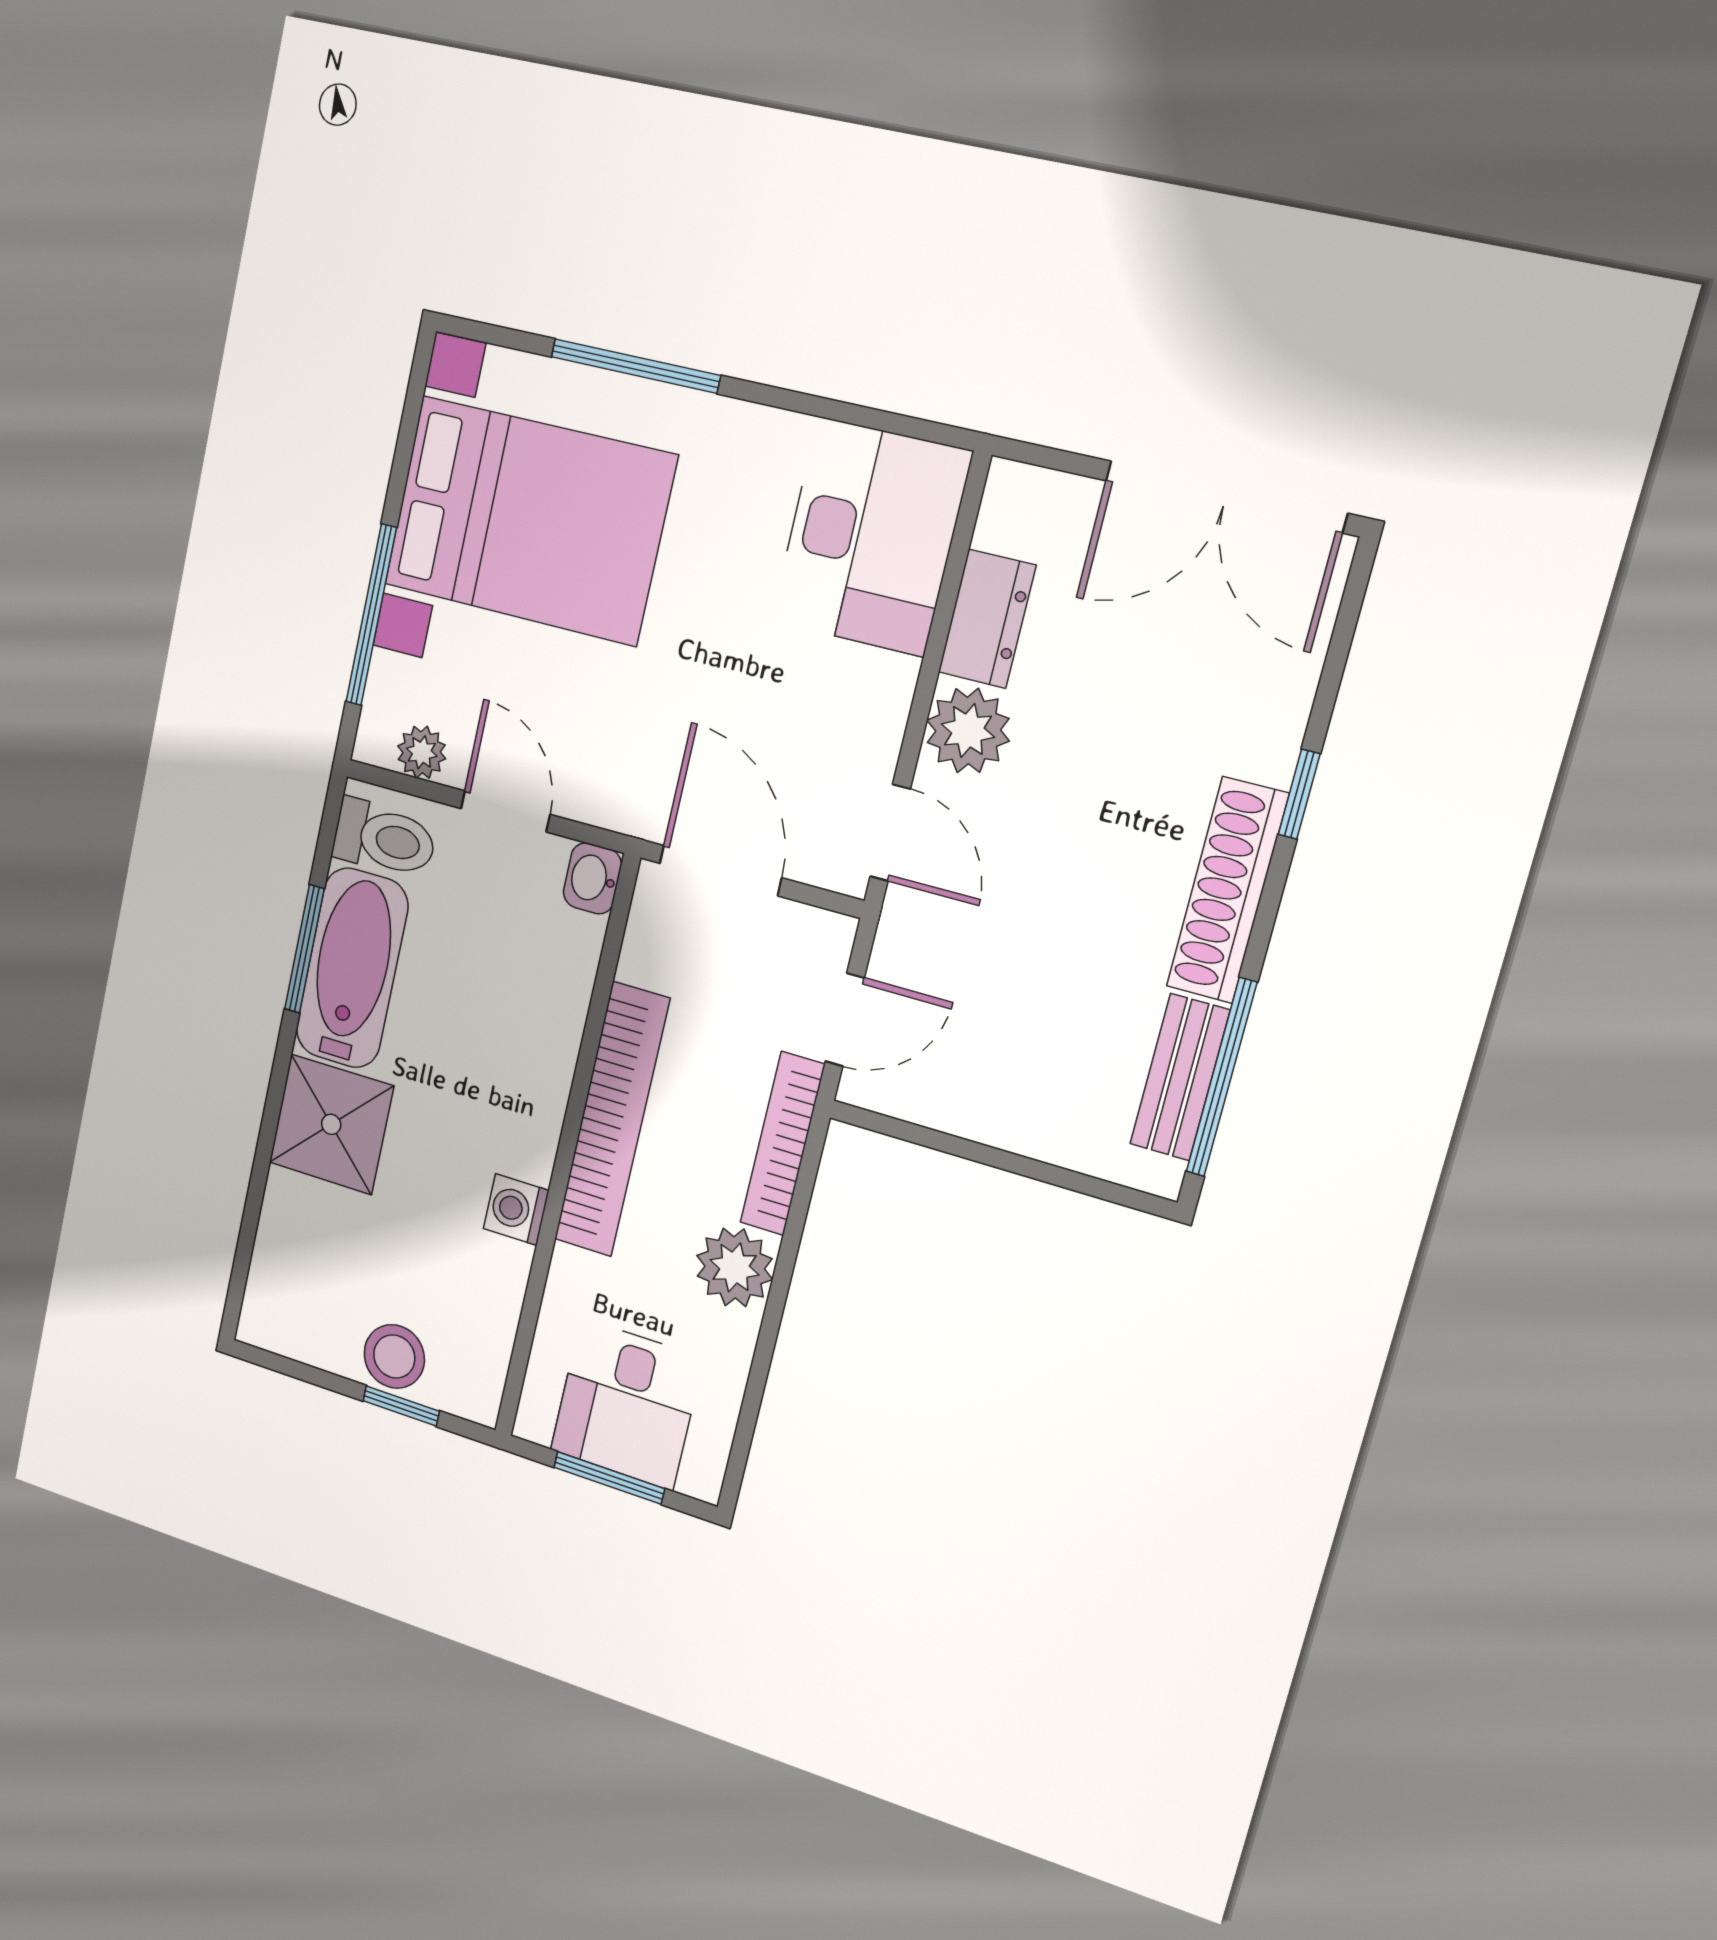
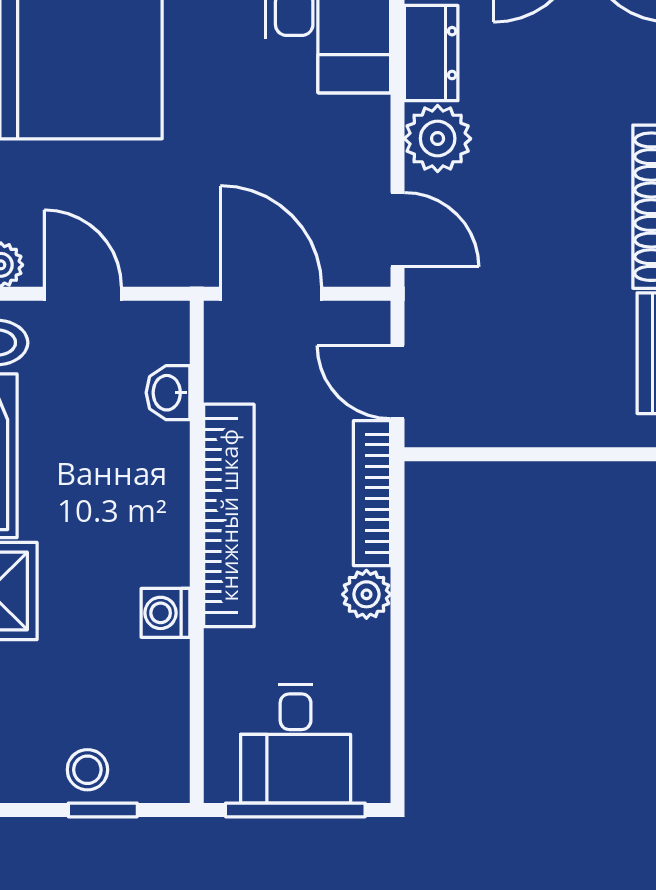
washbasin: (592, 878) -> (168, 393), moved
door: (845, 1020) -> (397, 382), swing flipped
plant: (735, 1267) -> (366, 594), width x0.73, depth x0.73
stool: (394, 1356) -> (87, 770), width x0.73, depth x0.73
window: (609, 1478) -> (295, 810), width x1.44

